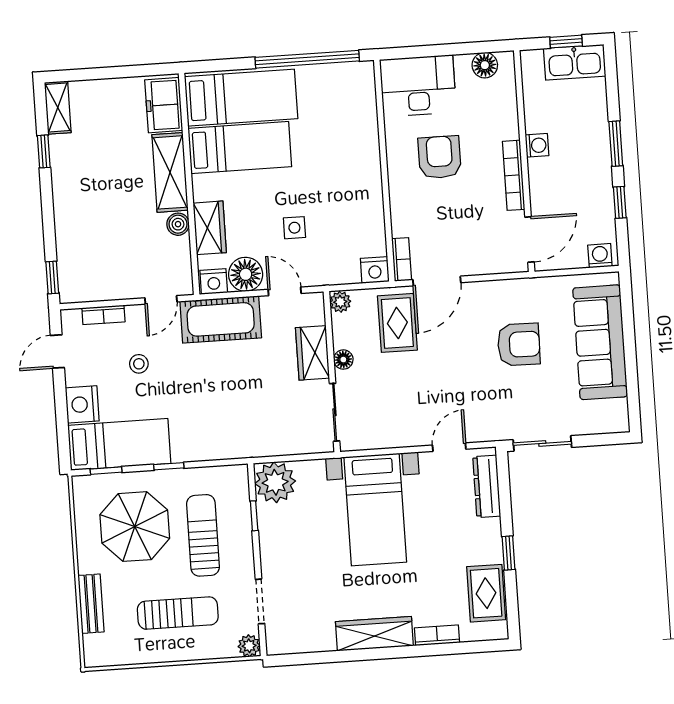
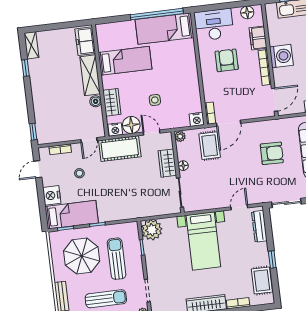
bed: (241, 98) -> (165, 29), moved, turned 180
filing cabinet: (504, 117) -> (258, 38), added
washing machine: (537, 145) -> (281, 56), width x1.89, depth x1.89

